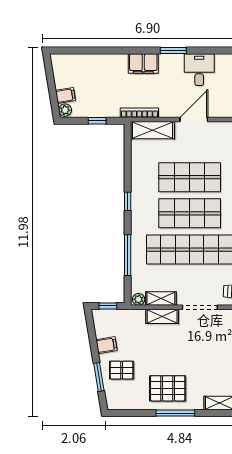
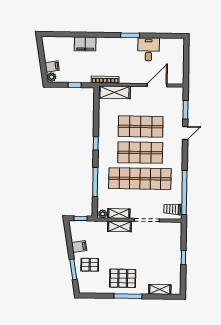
filing cabinet: (143, 64) -> (85, 44), moved
door: (194, 119) -> (157, 85), moved

